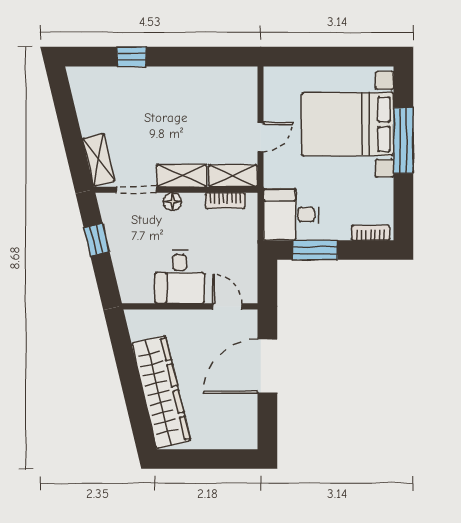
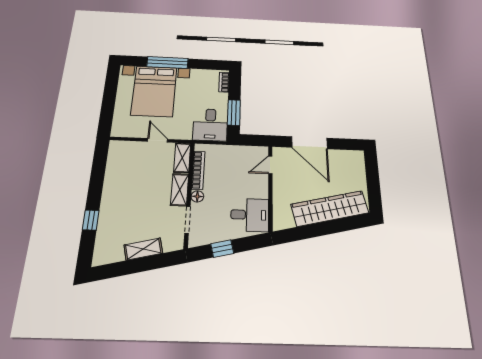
shelving: (99, 160) -> (143, 249), moved
bookcase: (225, 201) -> (198, 170), width x1.56
desk: (180, 277) -> (250, 215), moved

